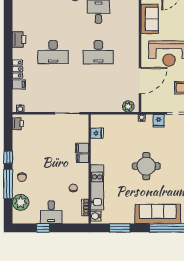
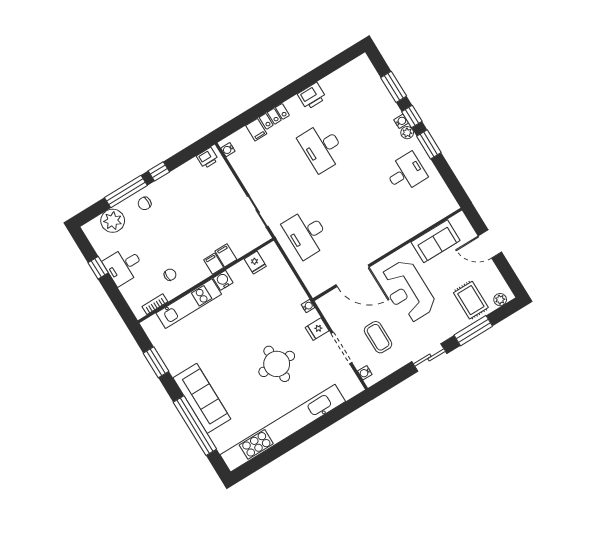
desk: (98, 52) -> (306, 234), moved
plant: (128, 106) -> (312, 281), removed
round table: (146, 166) -> (277, 364), moved
water cooler: (96, 216) -> (223, 280), moved

